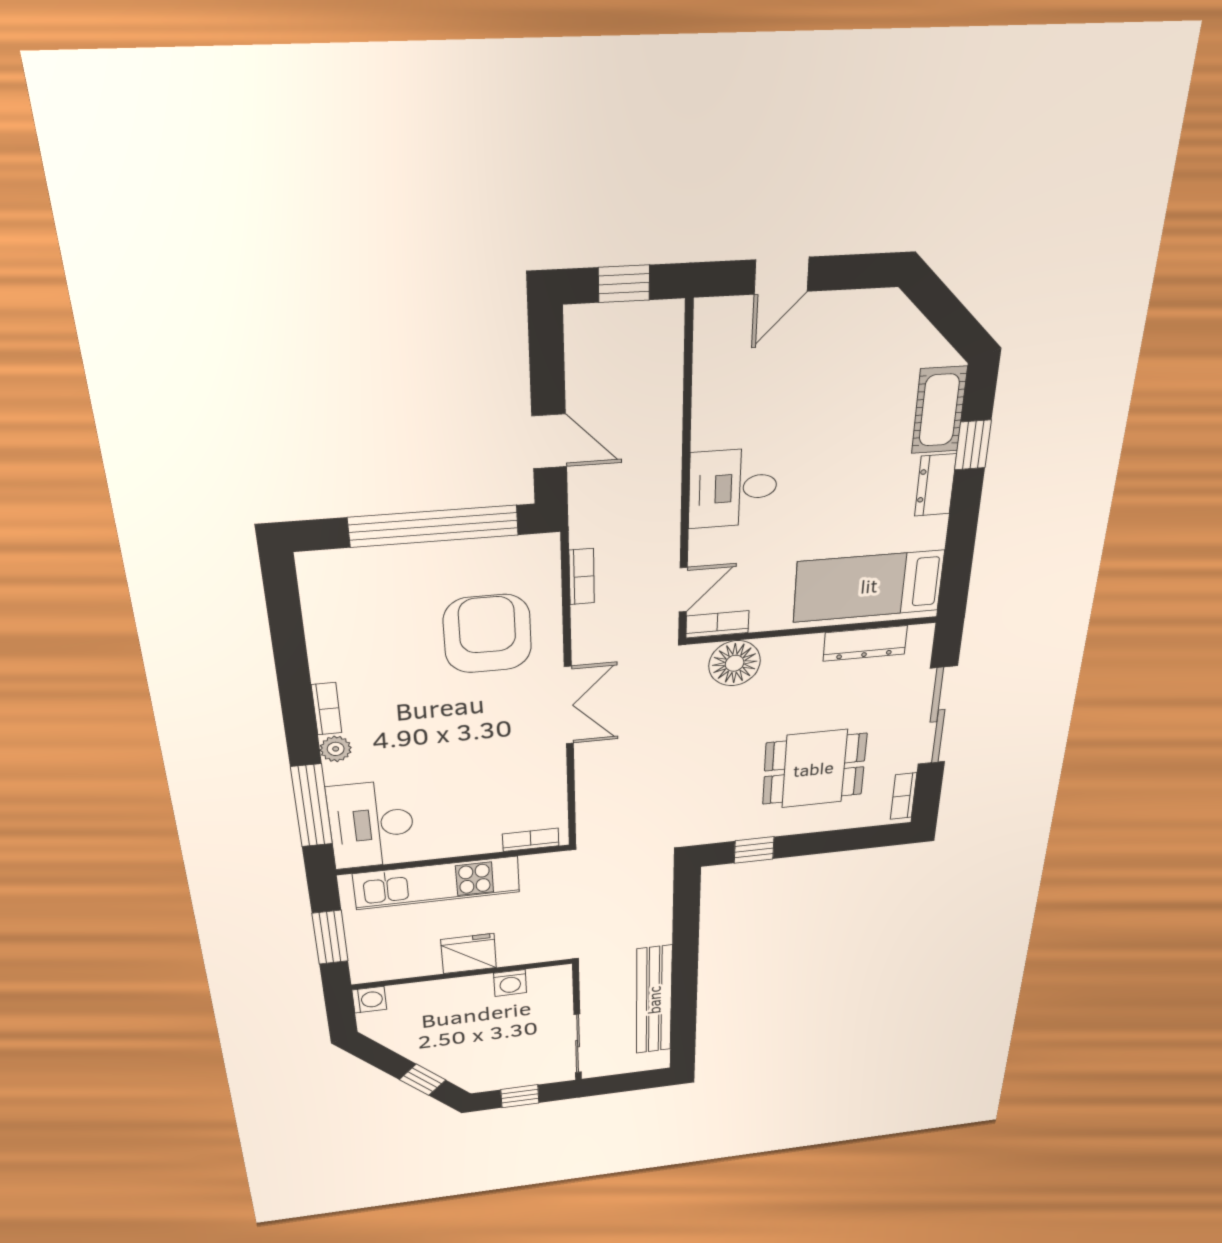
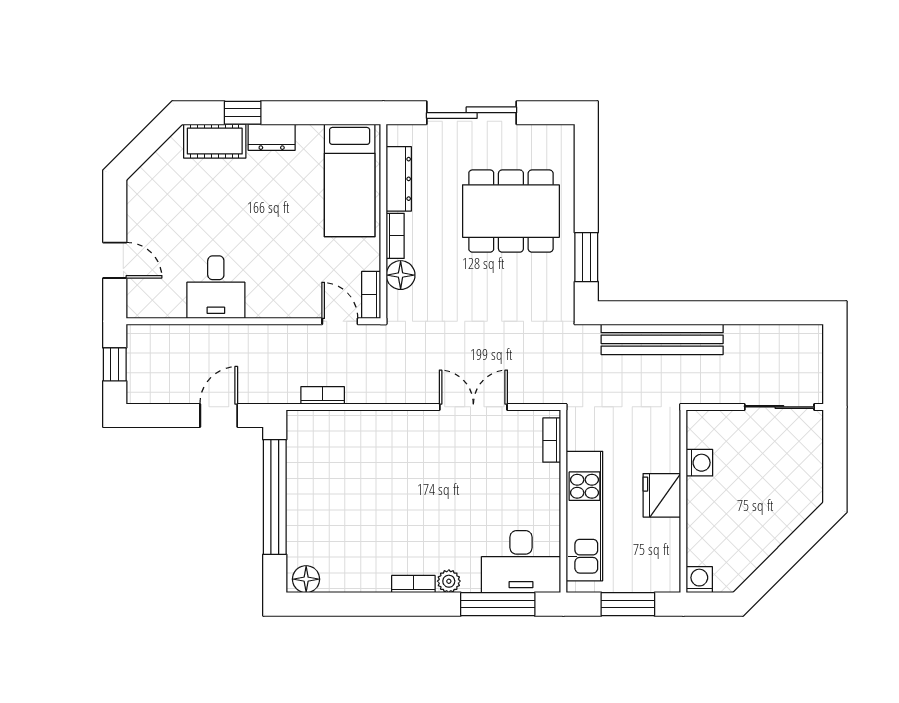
desk: (733, 488) -> (216, 287), moved
floor lamp: (317, 576) -> (306, 579), added
armchair: (487, 634) -> (363, 465), removed
floor lamp: (735, 663) -> (401, 275), width x0.73, depth x0.73
double door: (569, 705) -> (473, 407), moved
dining table: (814, 769) -> (511, 211), width x1.38
bookcase: (904, 796) -> (395, 236), moved, turned -90
window: (754, 850) -> (586, 257), width x1.50
bench: (654, 1000) -> (662, 339), moved
window: (423, 1080) -> (799, 543), removed
window: (520, 1096) -> (835, 460), removed

